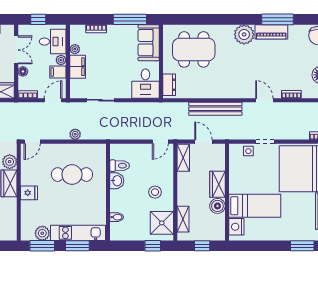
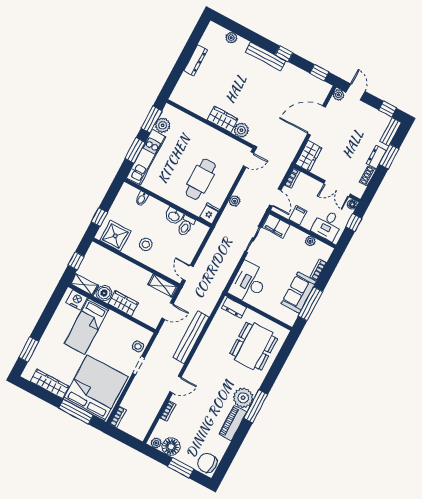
window: (277, 19) -> (256, 406), moved
sofa: (149, 43) -> (299, 293), moved, turned -90
plant: (61, 60) -> (307, 224), removed
filing cabinet: (78, 67) -> (276, 226), moved
floor lamp: (23, 71) -> (352, 204), moved
desk: (145, 84) -> (249, 283), width x1.37
door: (32, 142) -> (248, 160), swing flipped
fridge: (29, 193) -> (210, 213), moved, turned 180
shelving: (183, 219) -> (84, 284), moved

